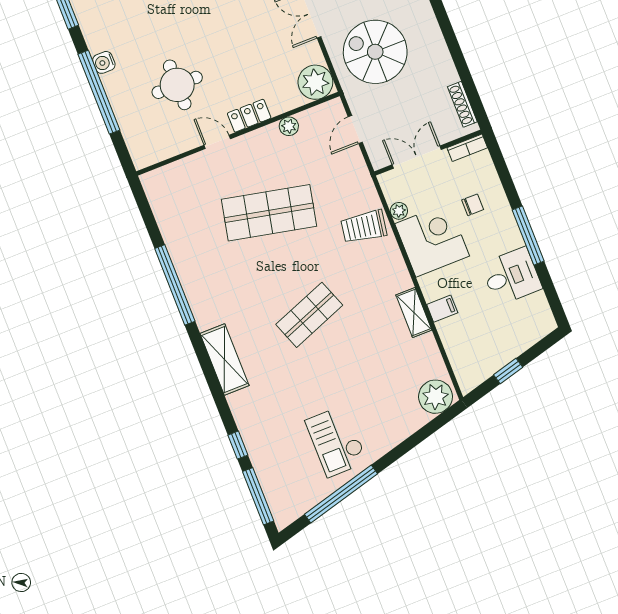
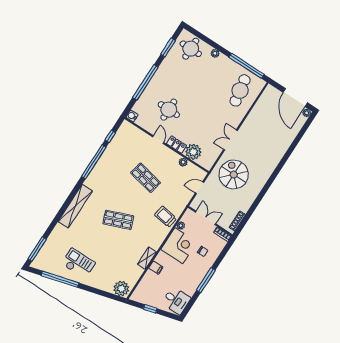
water cooler: (104, 62) -> (132, 116), moved
plant: (315, 82) -> (193, 152), moved
shop shelf: (269, 213) -> (146, 178), width x0.70, depth x0.74
desk: (511, 276) -> (176, 300), moved
shelving: (225, 360) -> (75, 206), width x1.47
checkout: (336, 441) -> (78, 263), turned 90
window: (238, 445) -> (110, 136), moved

